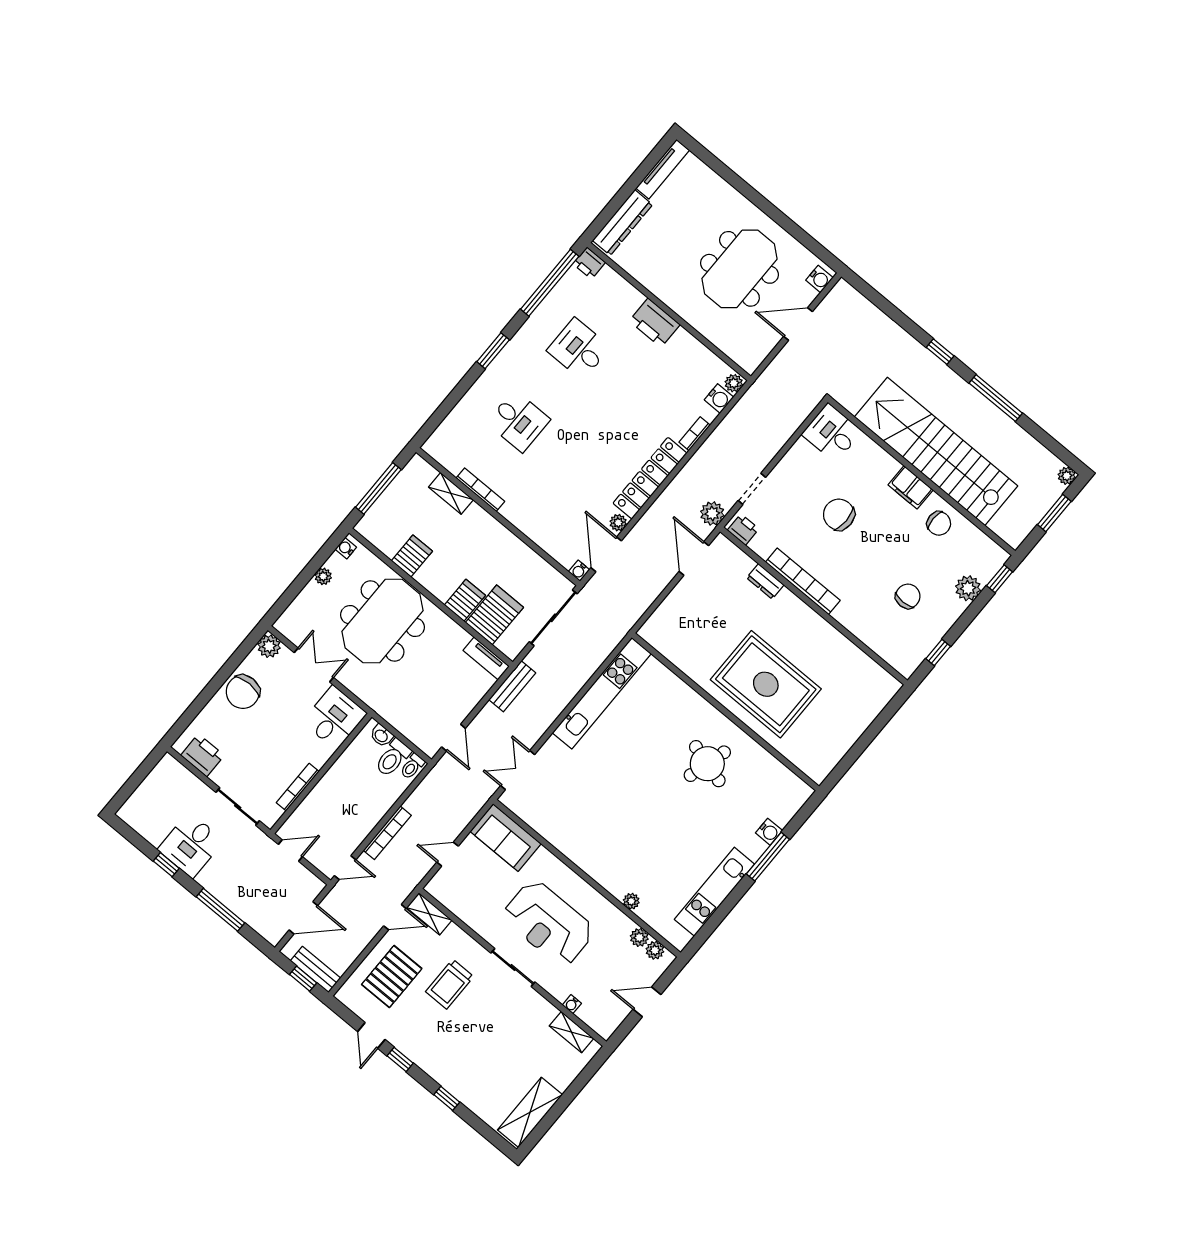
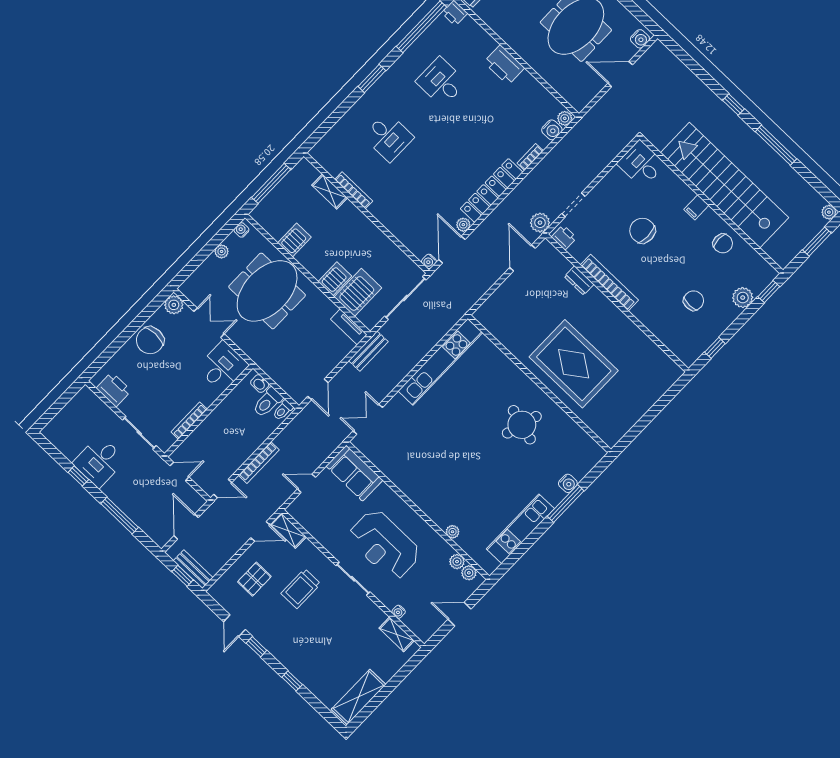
filing cabinet: (911, 487) -> (696, 207), width x0.50
door: (303, 918) -> (186, 527), swing flipped
pallet: (392, 977) -> (254, 579), width x0.67, depth x0.71

